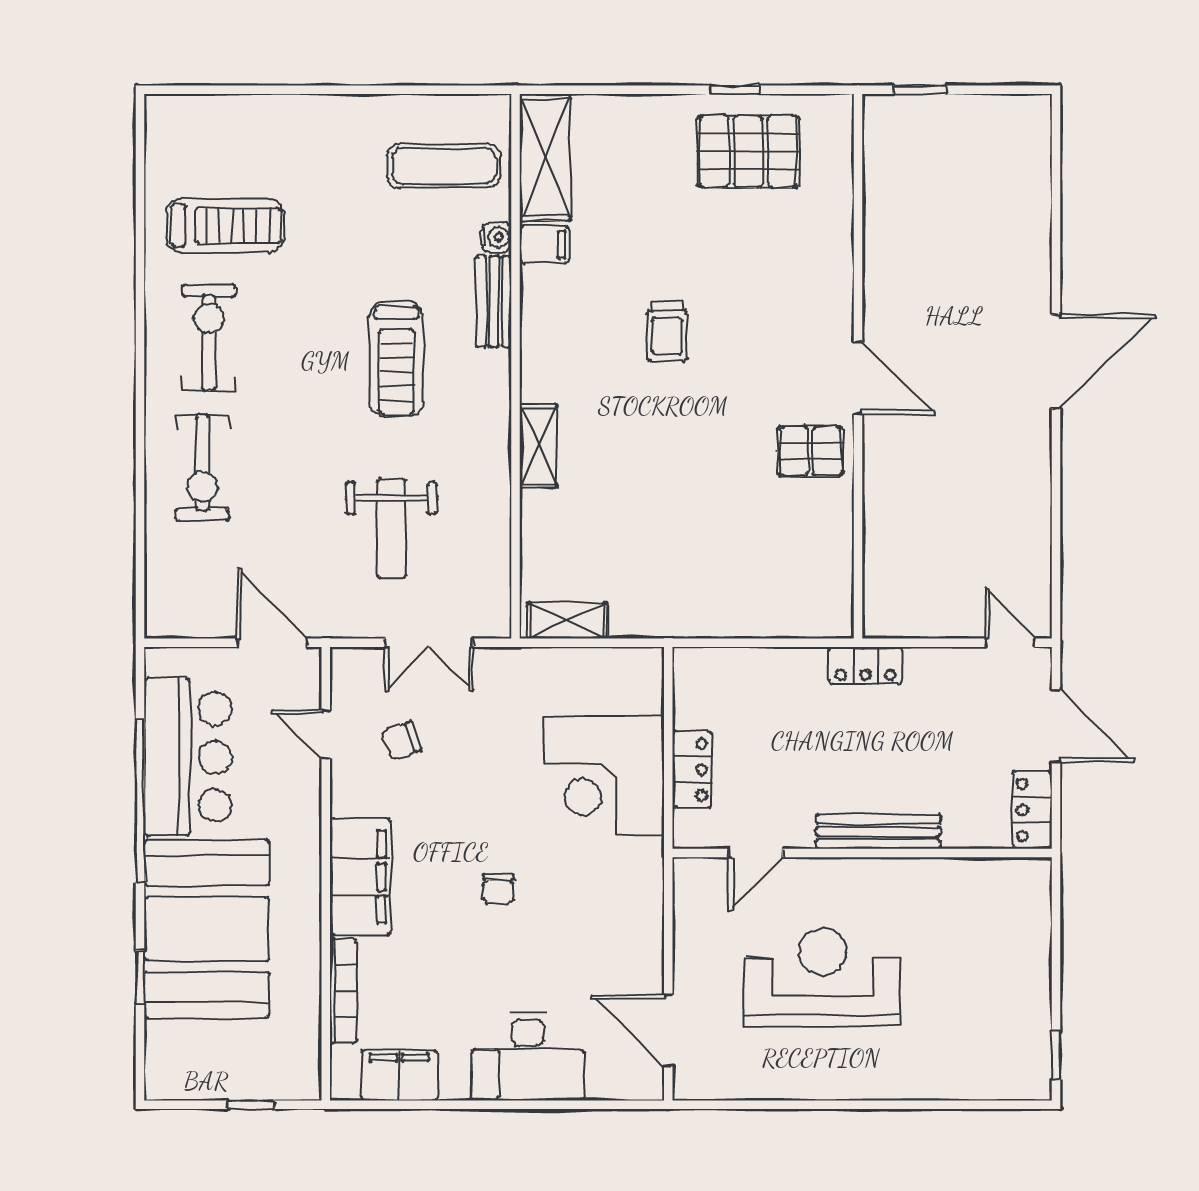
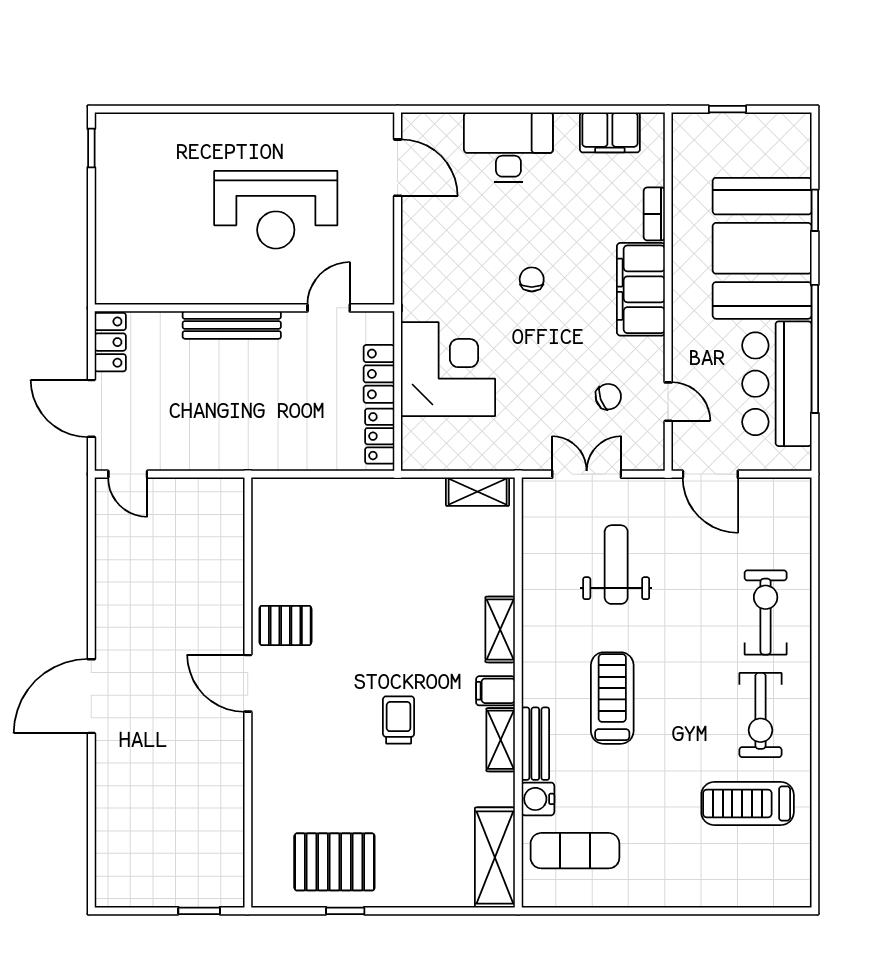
water cooler: (496, 237) -> (538, 799), width x1.38, depth x1.38
filing cabinet: (544, 244) -> (496, 691), moved
shelving: (538, 306) -> (501, 740), added
locker: (865, 665) -> (380, 436), moved, turned -90
bookcase: (343, 991) -> (654, 214), width x0.64

